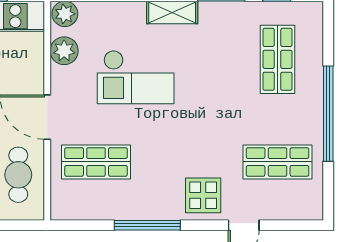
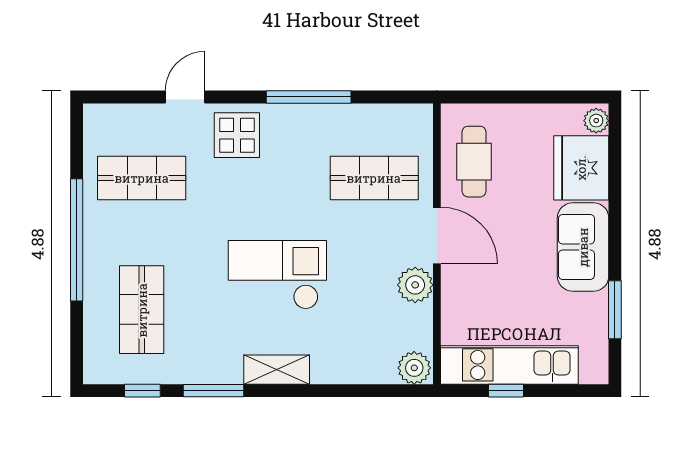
plant: (64, 51) -> (415, 285), moved
checkout: (136, 77) -> (277, 275), moved

